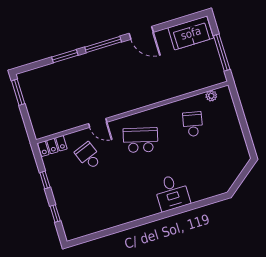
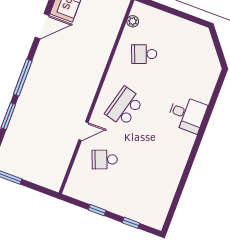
door: (141, 33) -> (42, 26), moved
school desk: (193, 124) -> (144, 54), turned -33
locker: (52, 146) -> (74, 183), removed

